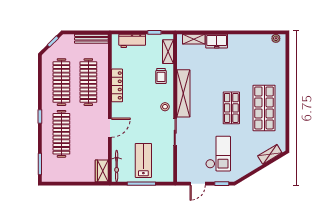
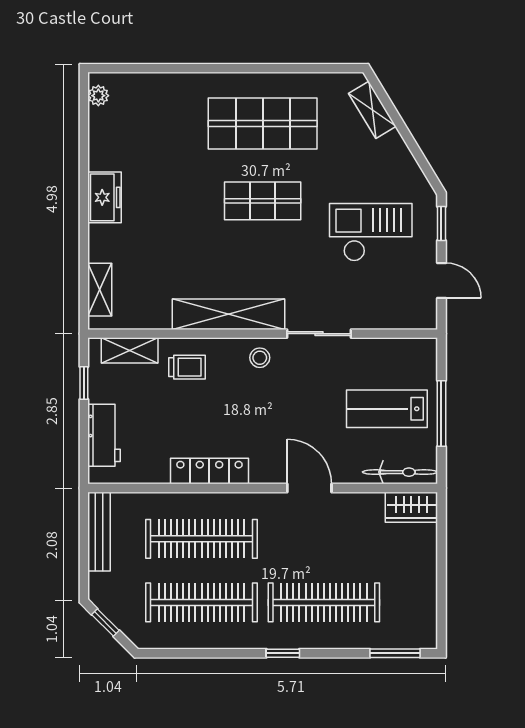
freezer: (217, 41) -> (105, 197), moved

